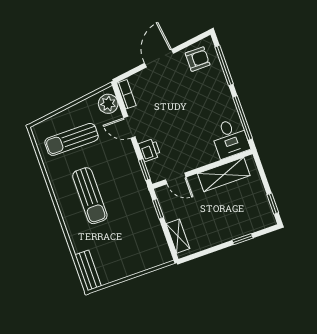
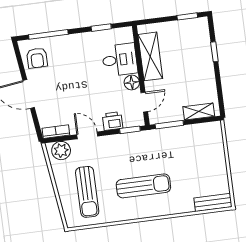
armchair: (198, 59) -> (37, 58), turned 180
window: (243, 118) -> (101, 28), width x0.46
door: (129, 127) -> (87, 135), swing flipped
desk: (230, 138) -> (120, 60), moved
floor lamp: (193, 161) -> (132, 82), added
window: (158, 209) -> (169, 125), width x1.50

